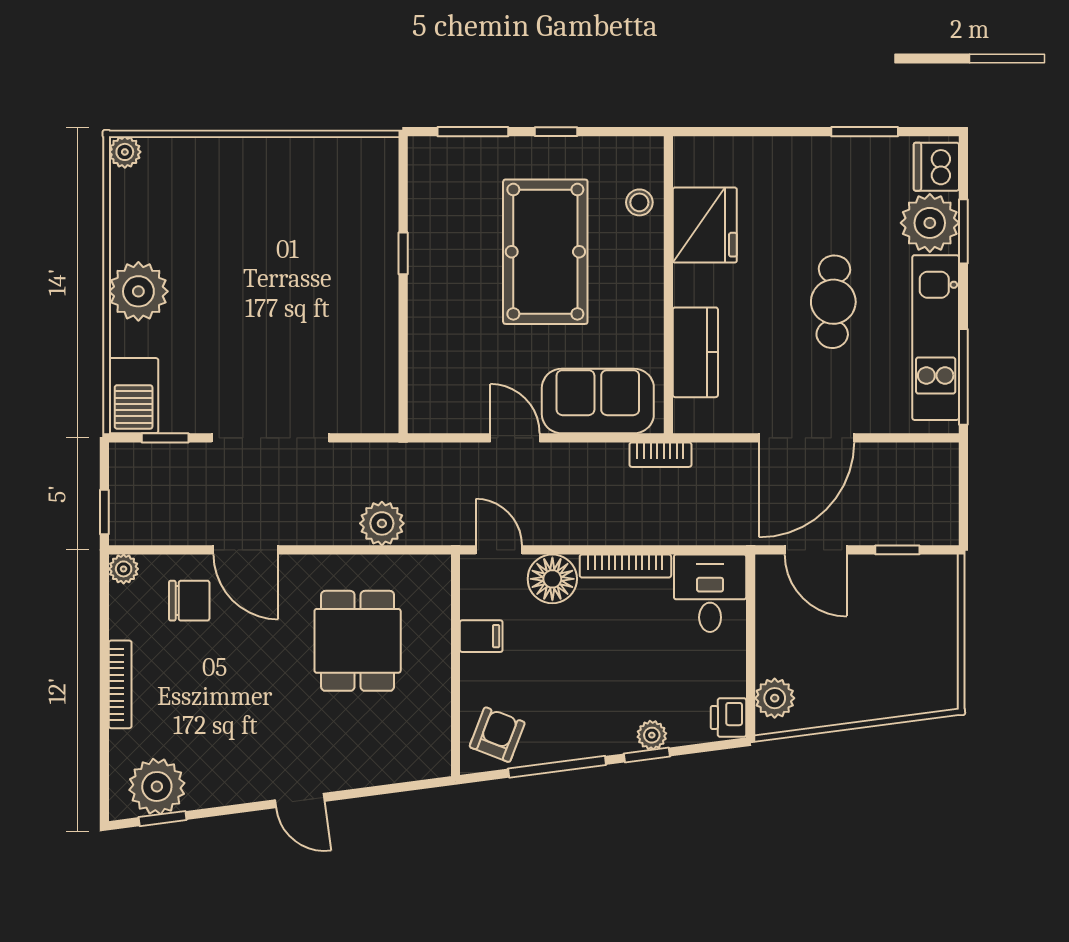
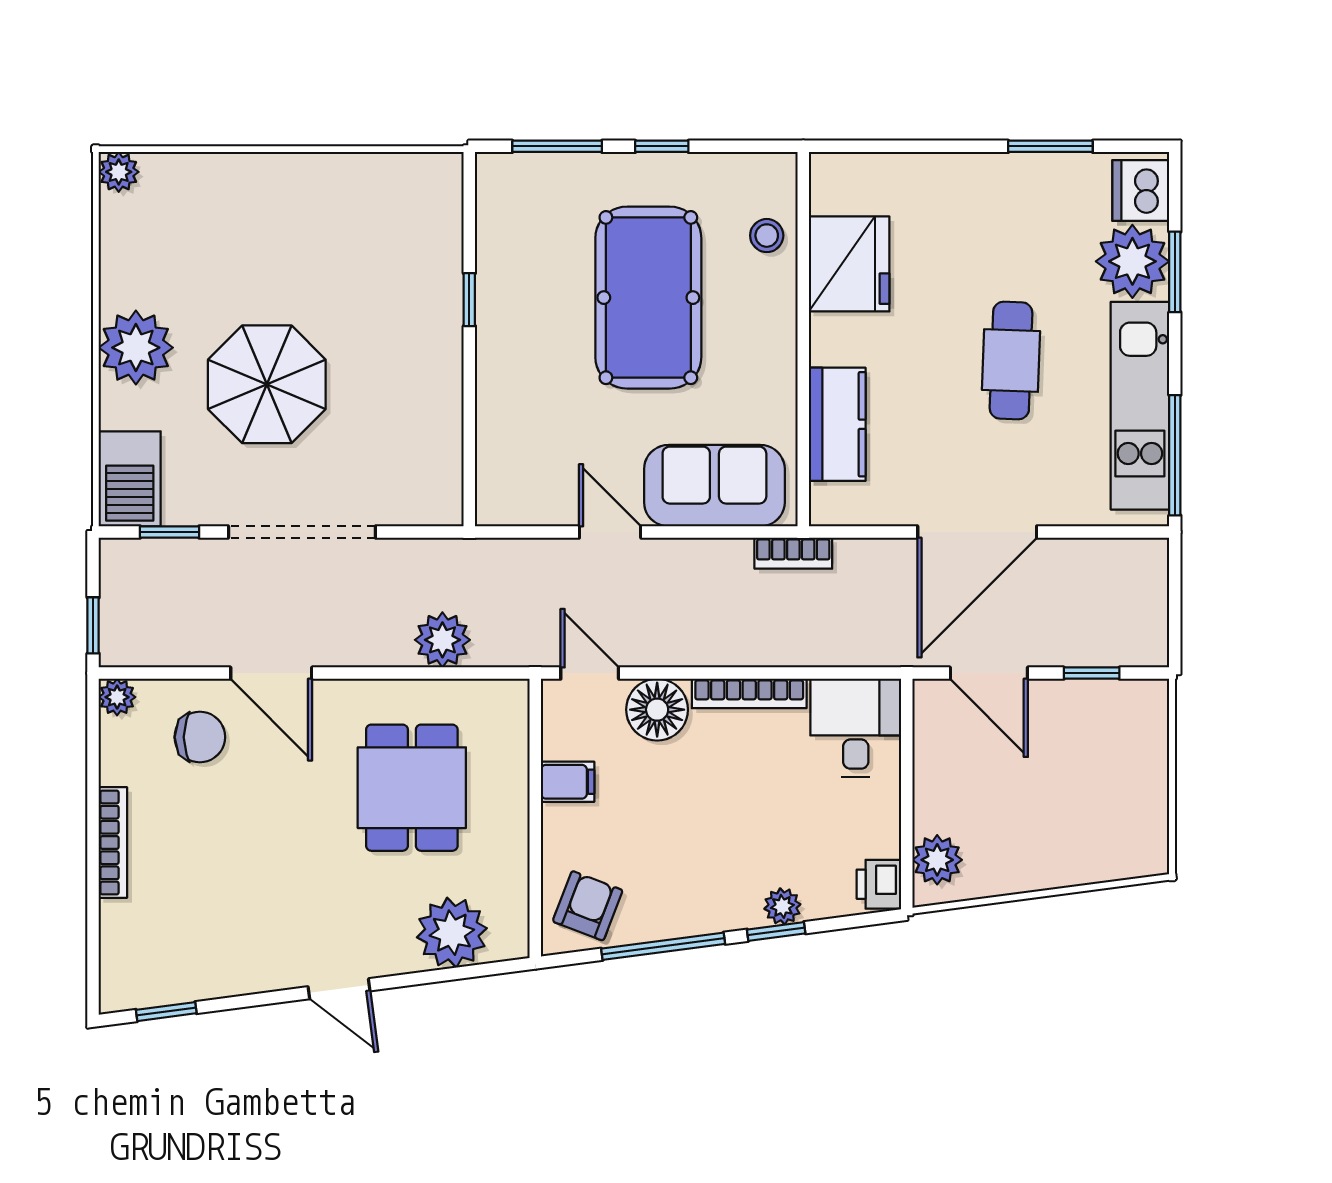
parasol: (242, 321) -> (267, 384), added
plant: (157, 786) -> (452, 933), moved

